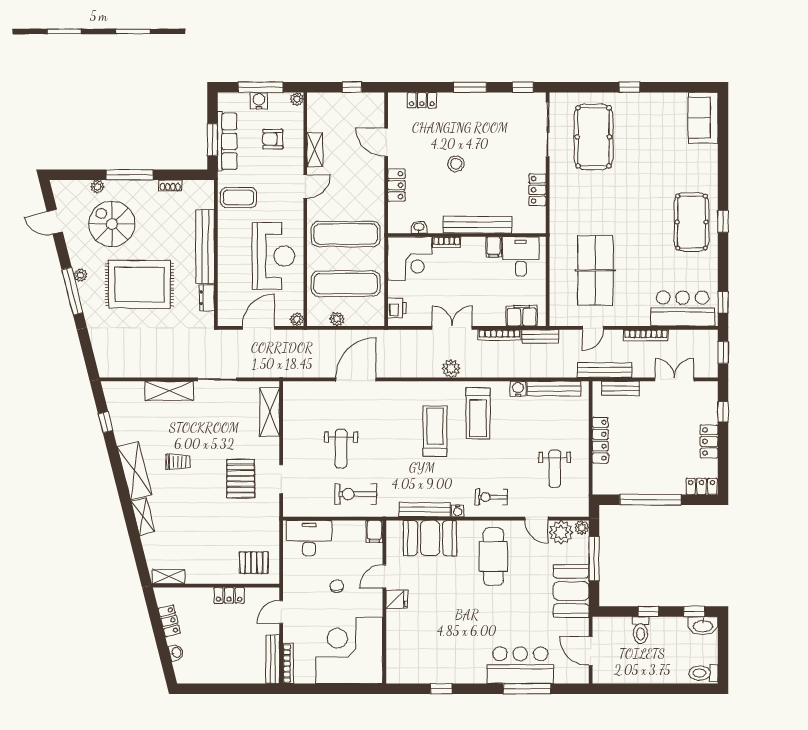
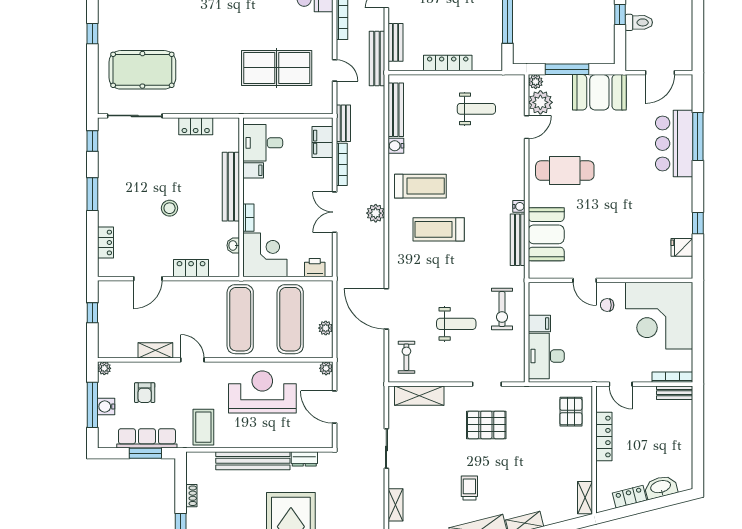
shelving: (169, 391) -> (395, 505), width x0.67, depth x0.75
exercise bike: (491, 497) -> (406, 357), moved, turned 180
filing cabinet: (374, 531) -> (539, 324), moved
chair: (337, 586) -> (607, 305), moved
locker: (229, 595) -> (604, 437), width x1.53
fridge: (397, 599) -> (682, 247), moved, turned -90
washbasin: (176, 653) -> (661, 487), width x1.91, depth x1.45
bench: (273, 659) -> (675, 393), width x0.73

